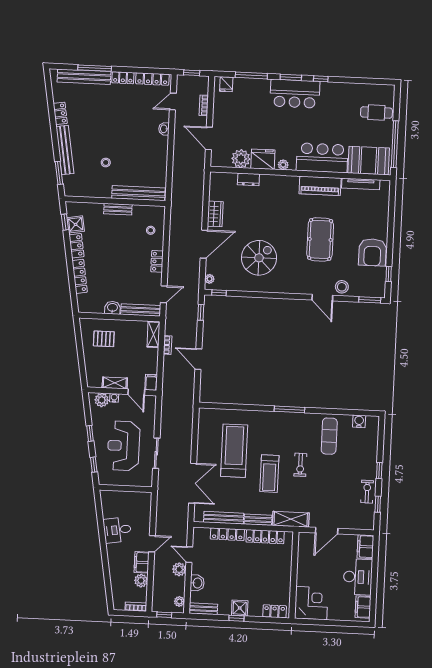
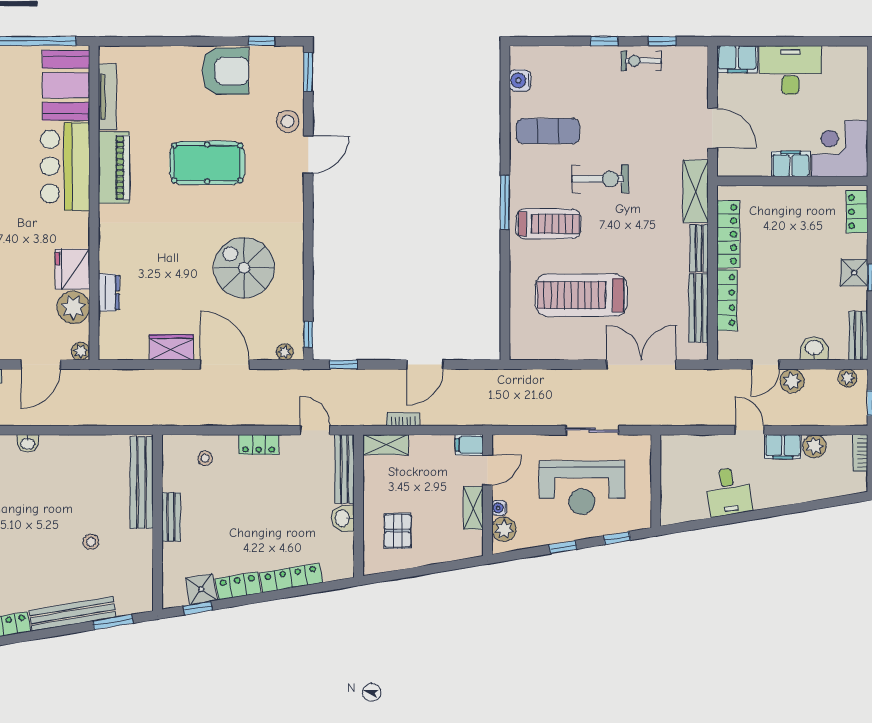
plant: (283, 165) -> (81, 351), moved
exercise bike: (300, 465) -> (600, 179), width x1.38, depth x1.39
treadmill: (269, 474) -> (548, 224), moved
filing cabinet: (363, 607) -> (791, 164), moved, turned 180

